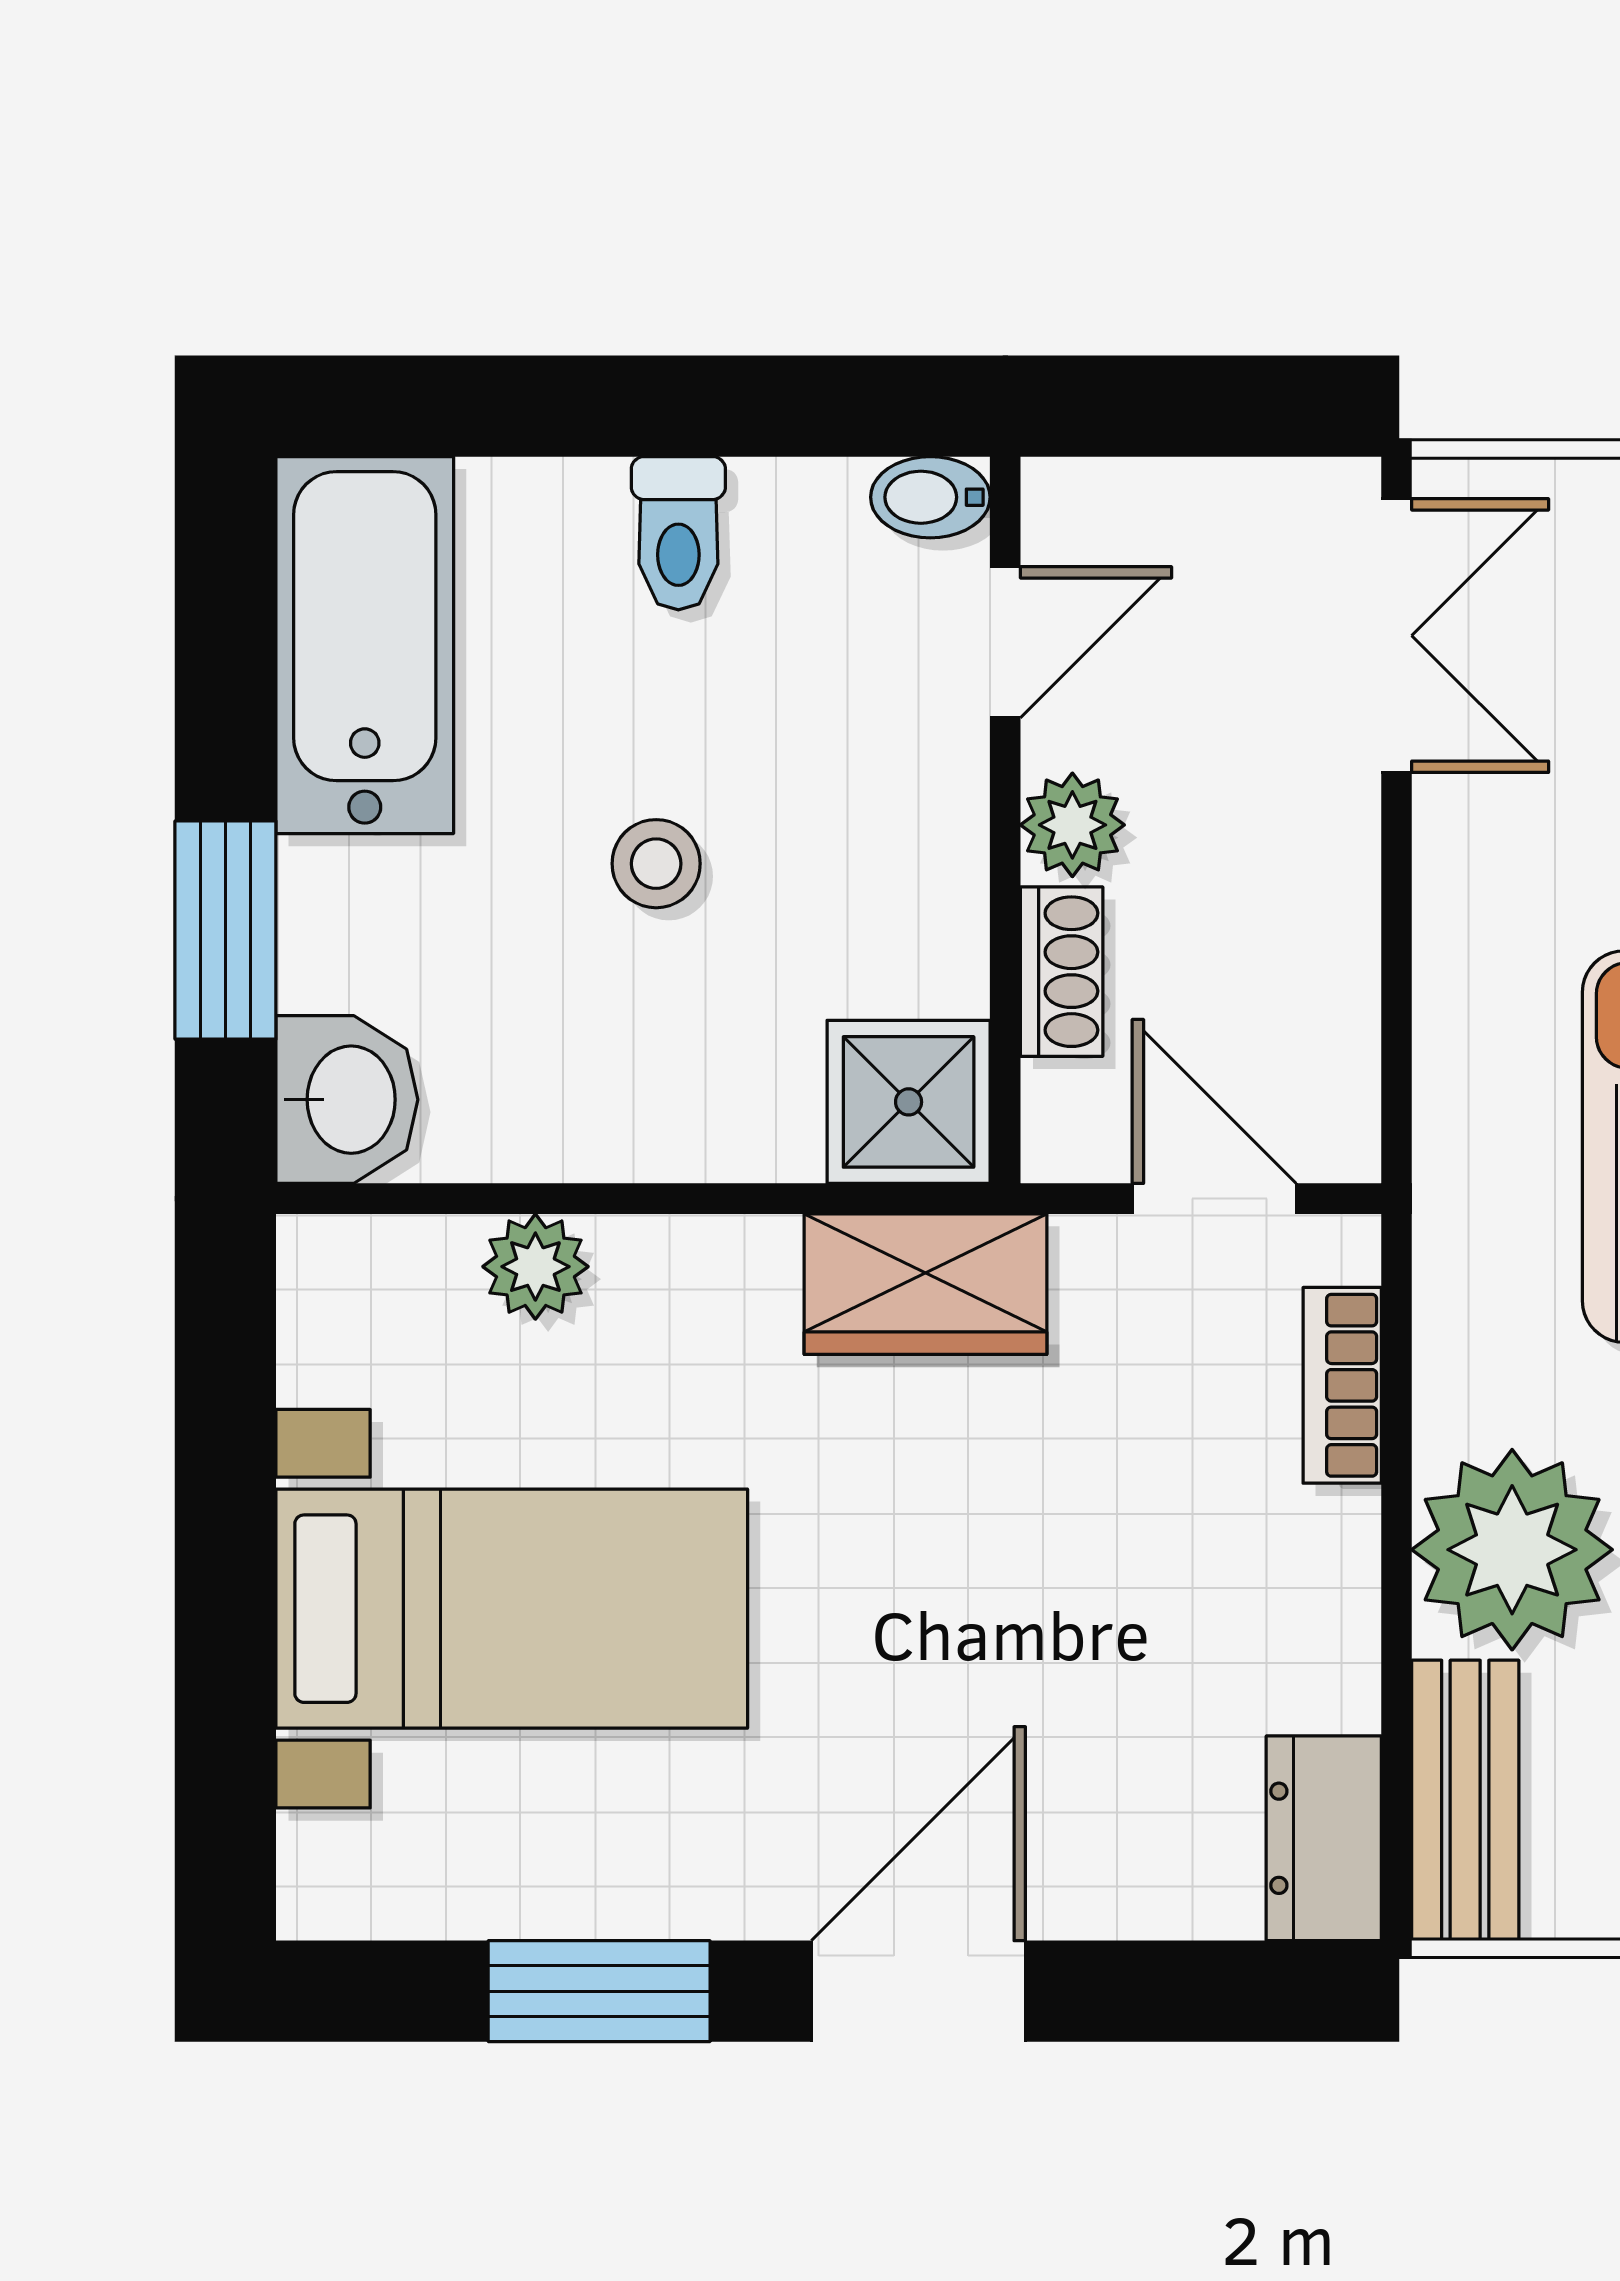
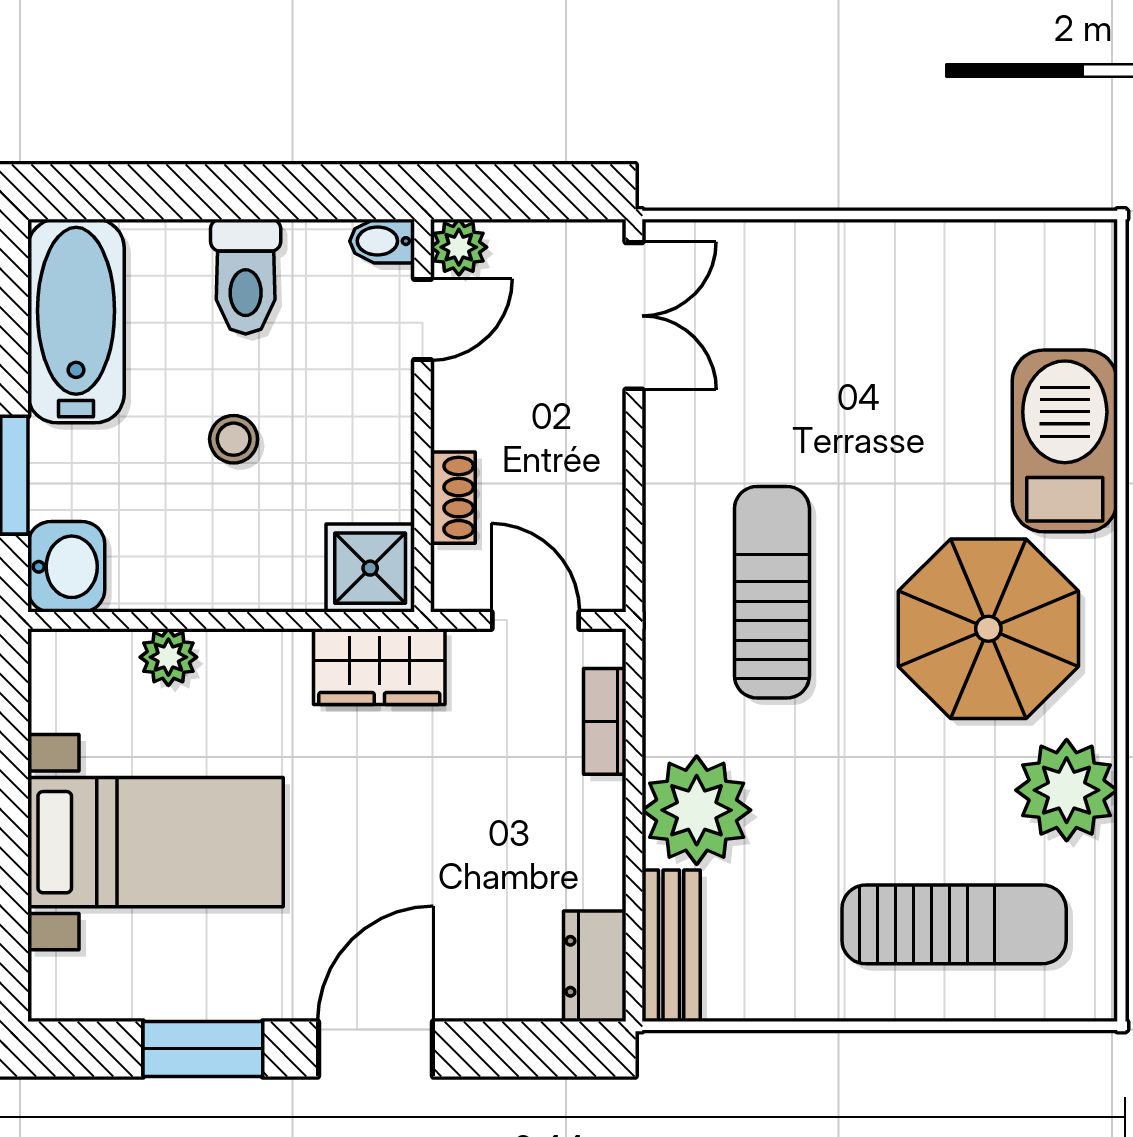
toilet: (678, 533) -> (246, 277), width x1.37, depth x1.39
plant: (1072, 825) -> (459, 247), moved

